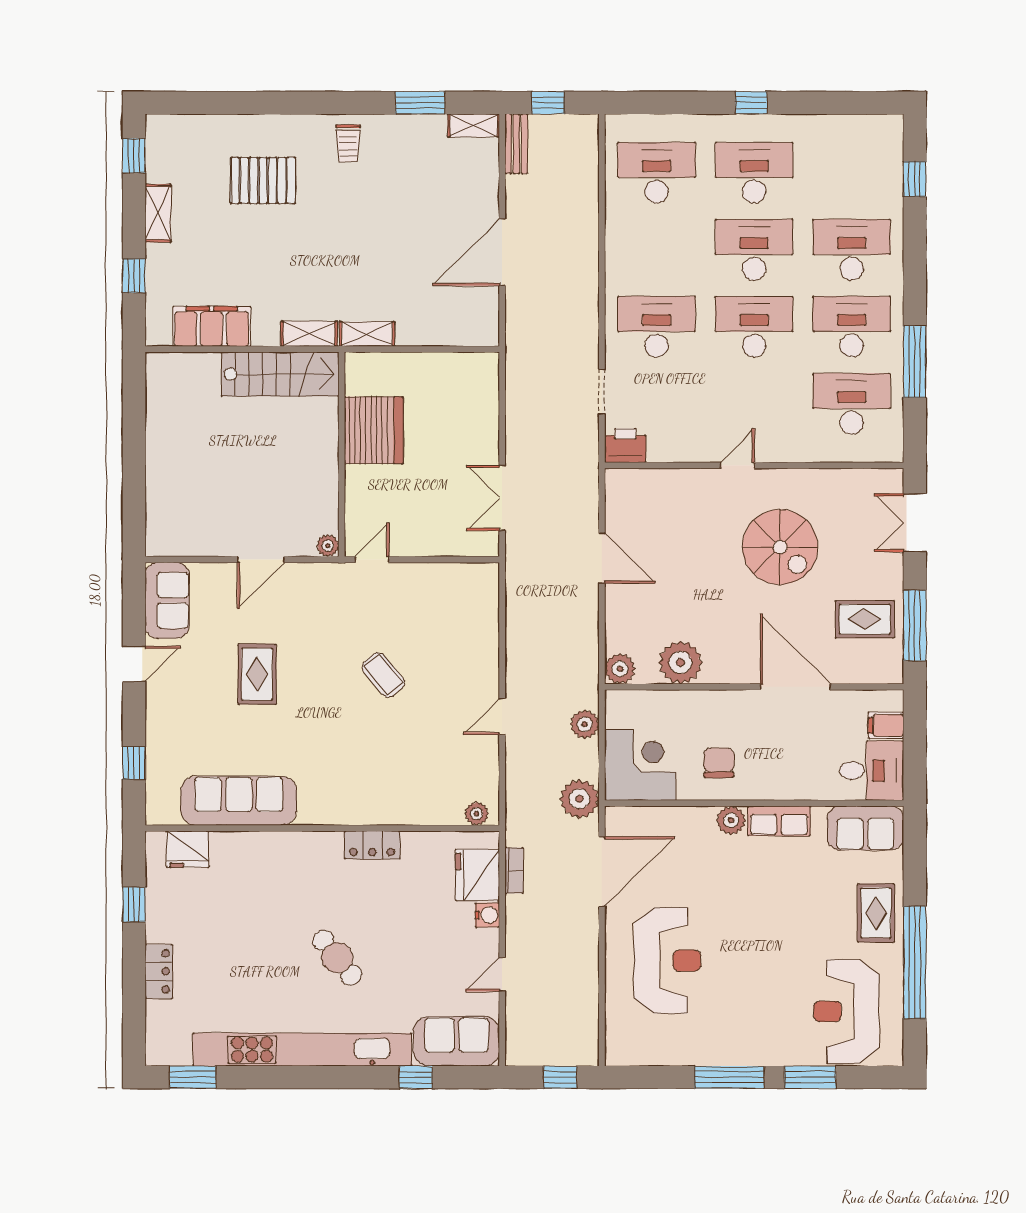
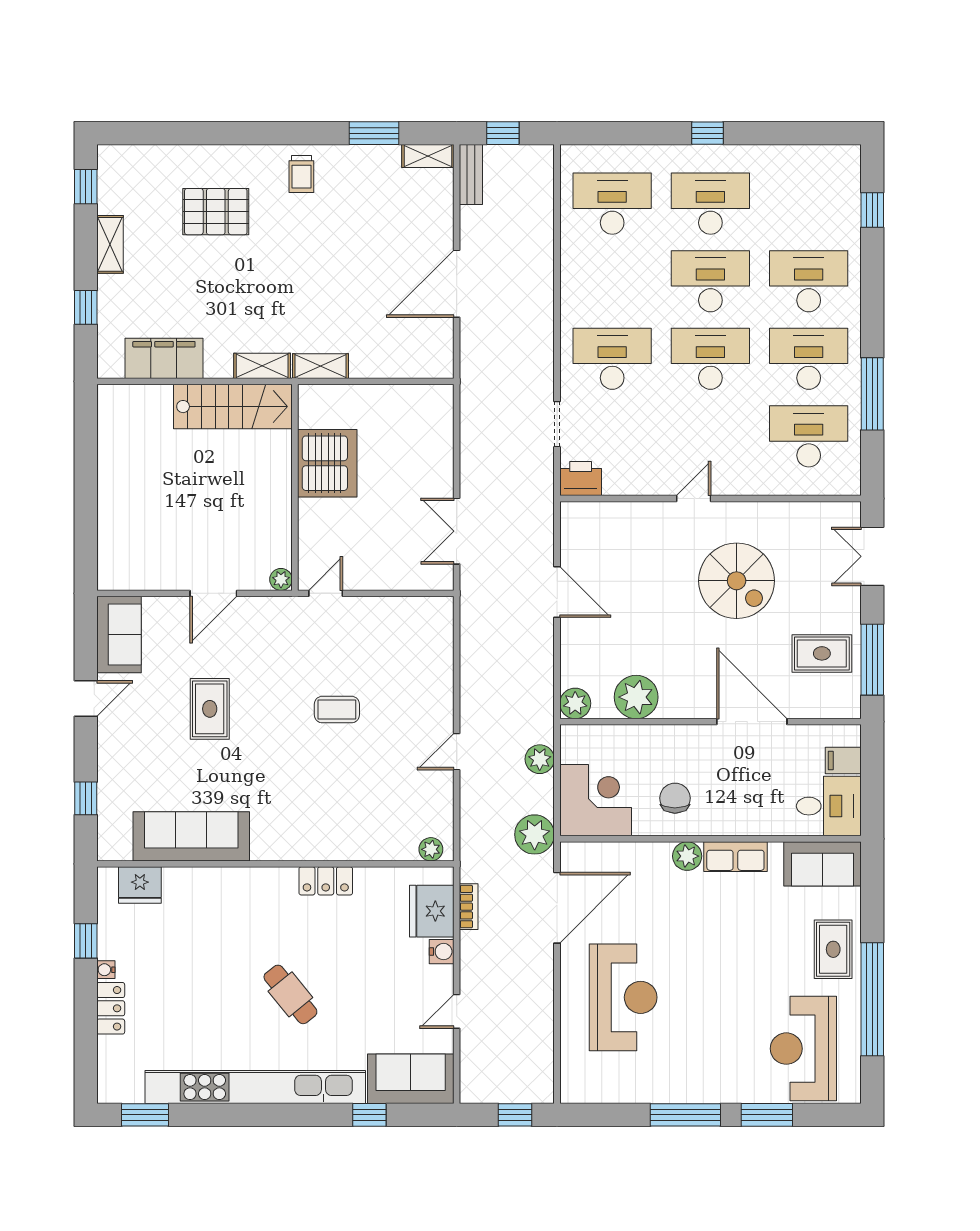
coffee table: (383, 675) -> (337, 710), turned -50
water cooler: (154, 933) -> (106, 970), added

